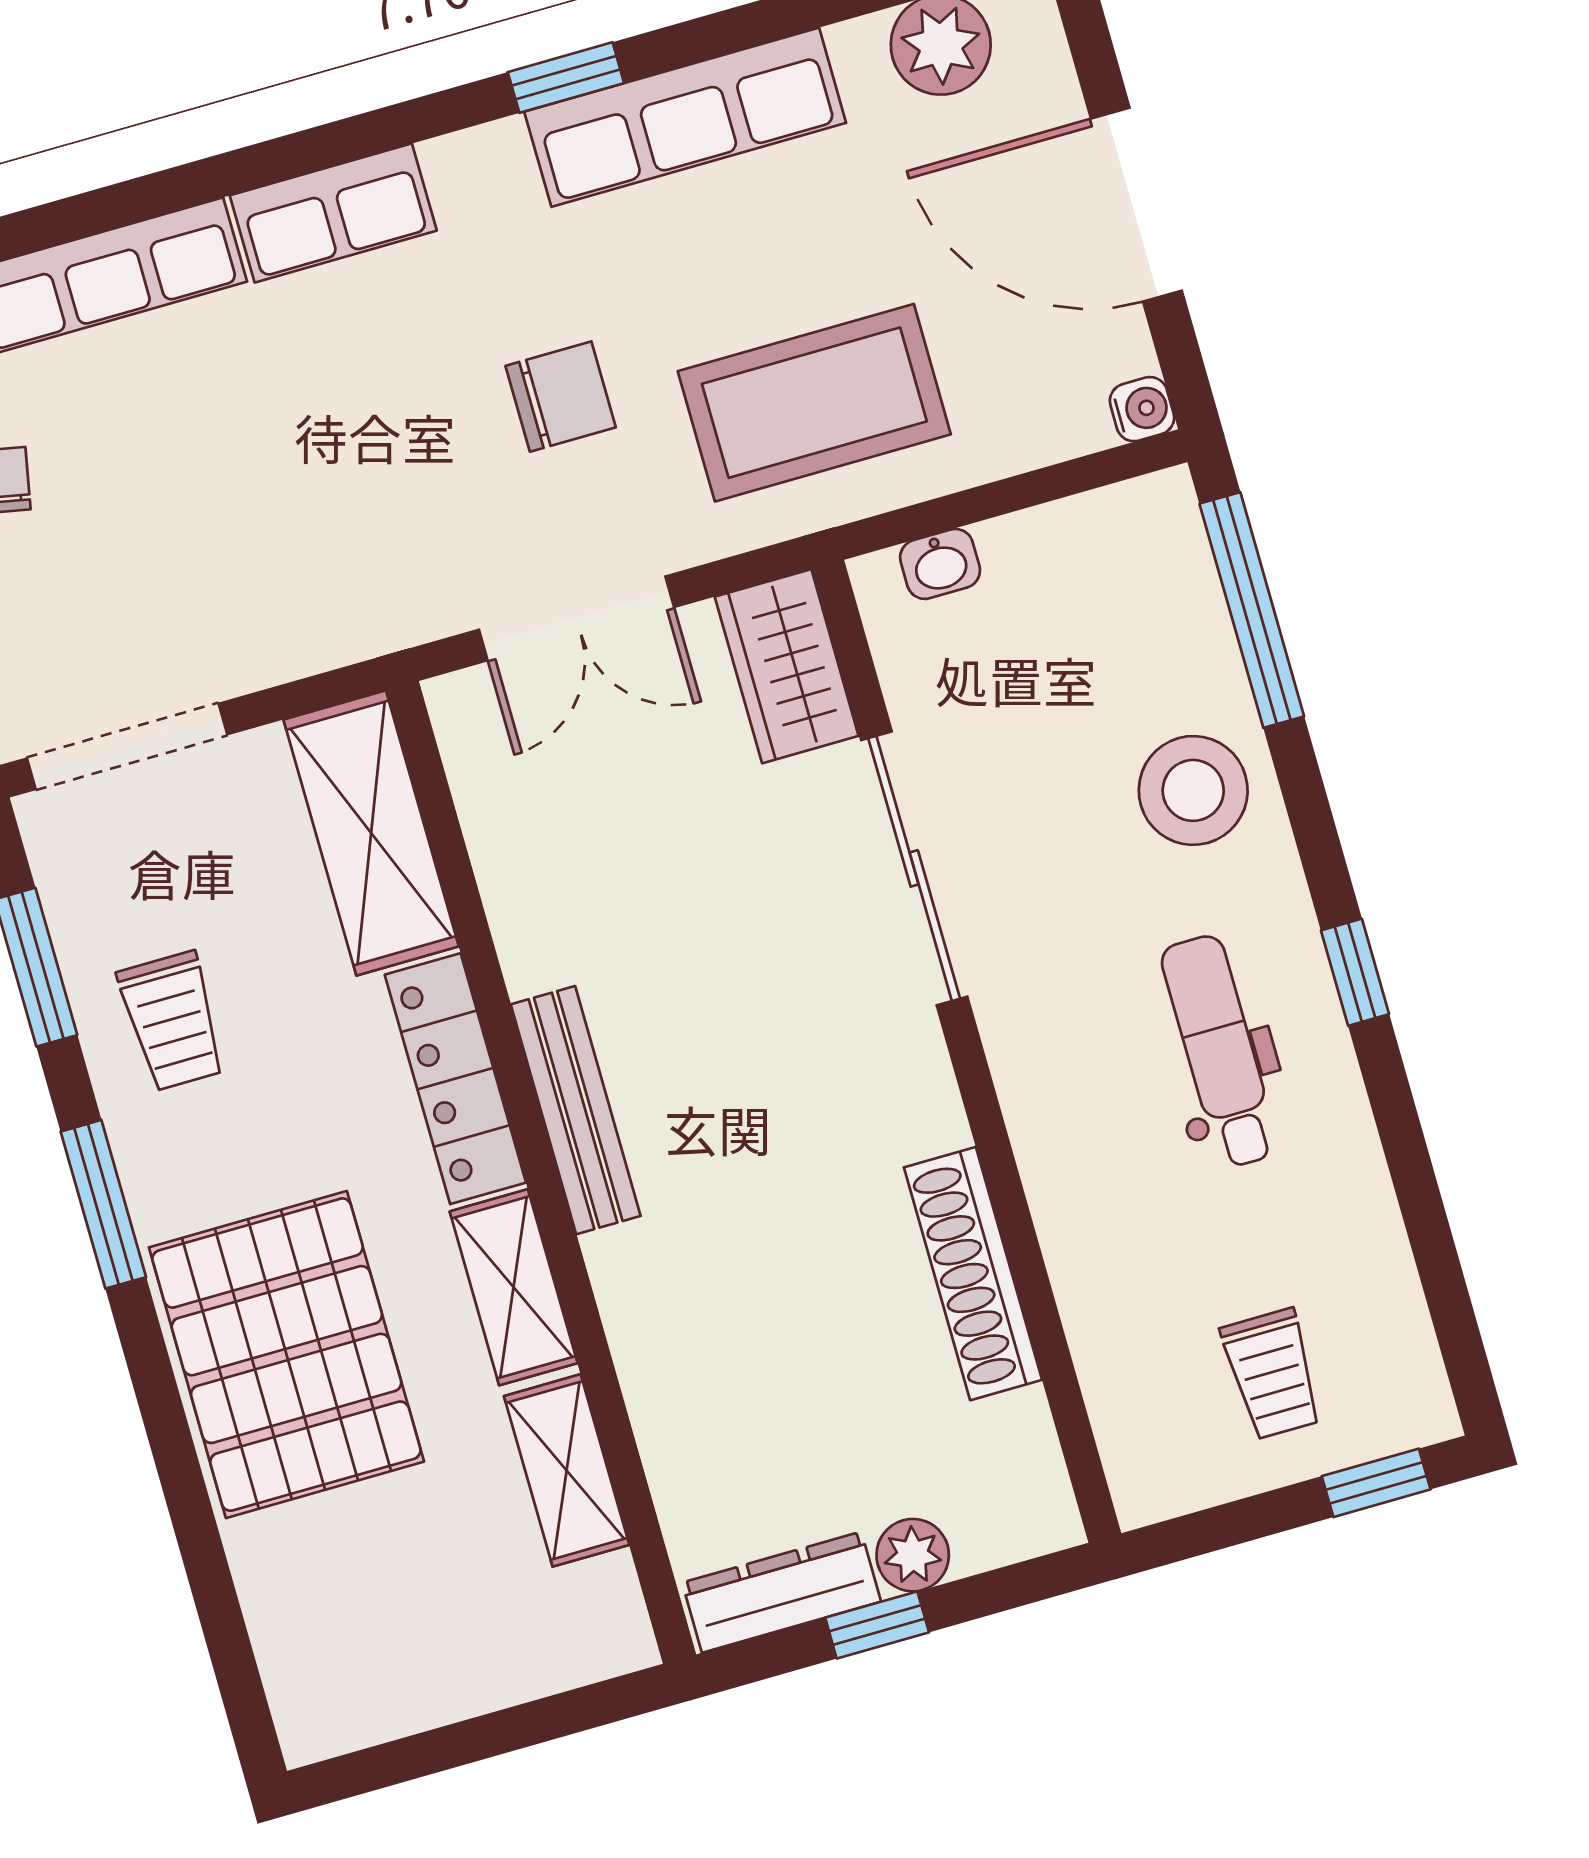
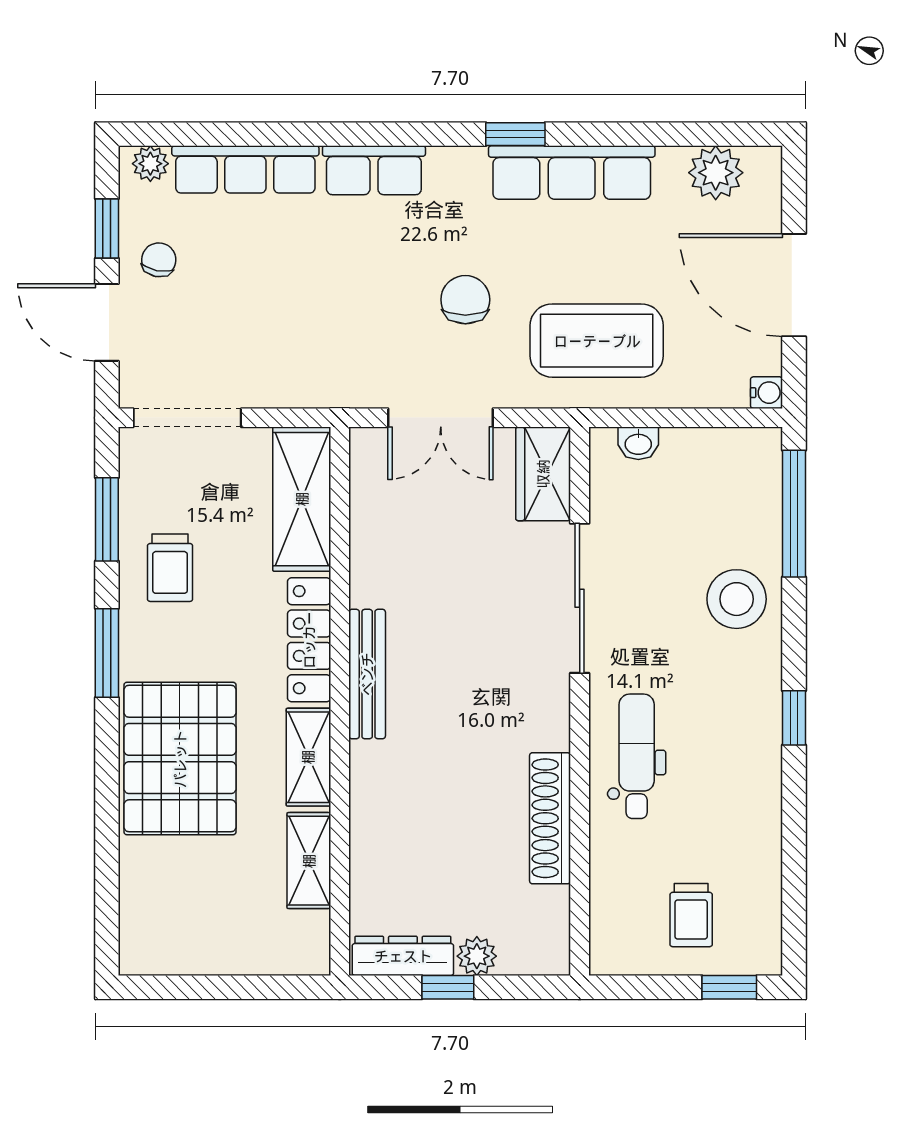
chair: (561, 397) -> (465, 300), turned -90
dental chair: (1220, 1051) -> (637, 756), moved

